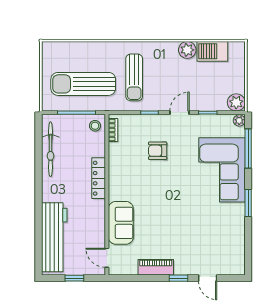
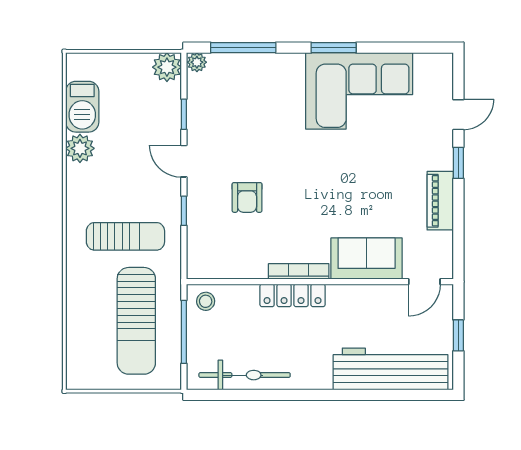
bookcase: (113, 130) -> (299, 271), moved, width x1.56
corner sofa: (222, 170) -> (359, 91), moved

